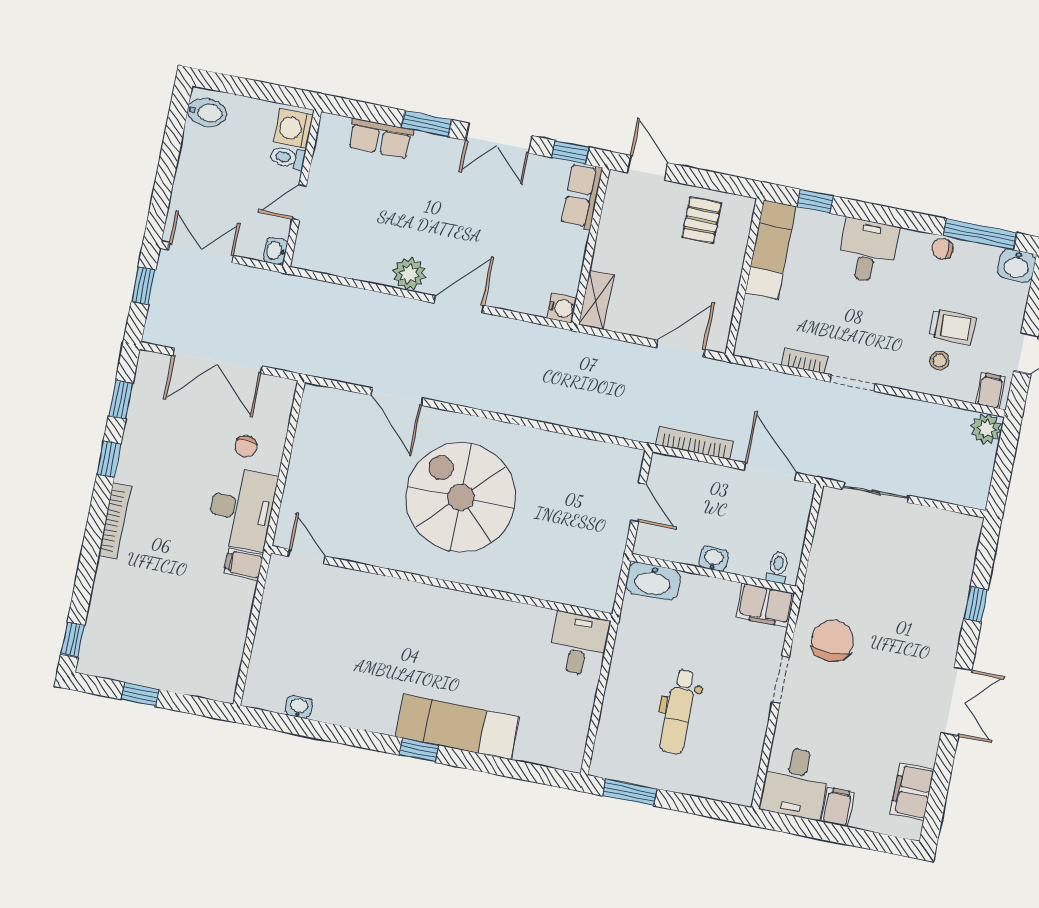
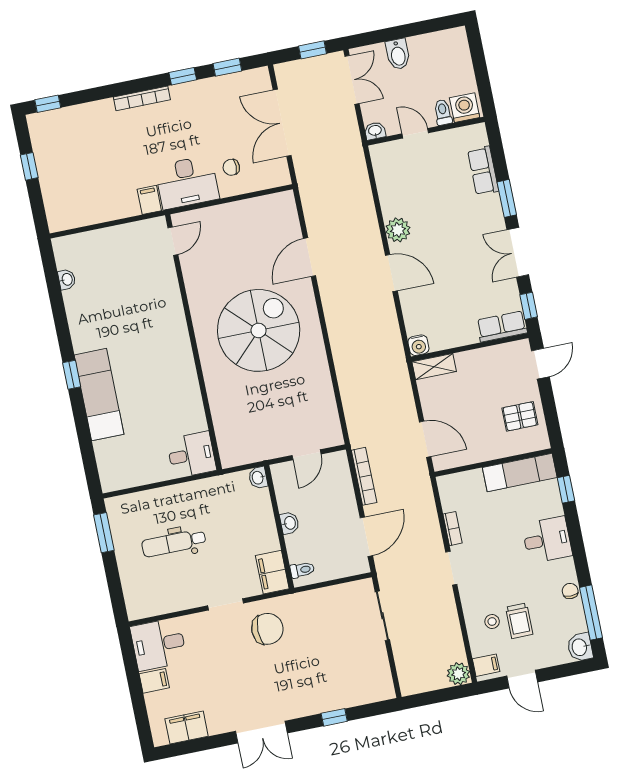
bidet: (207, 112) -> (398, 54), moved
washbasin: (653, 581) -> (258, 478), width x0.52, depth x0.69

